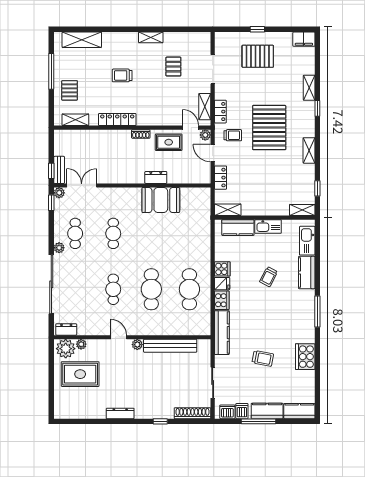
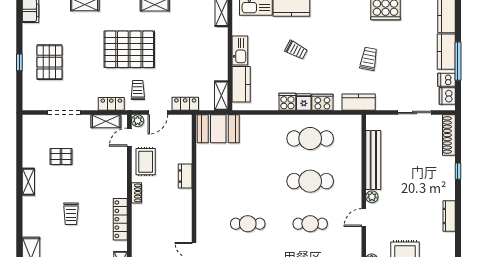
booth: (161, 200) -> (218, 129), moved, turned 90
kitchen counter: (222, 333) -> (359, 102), width x0.67
trolley: (263, 358) -> (369, 59), moved

